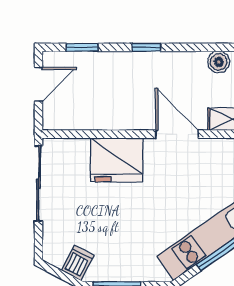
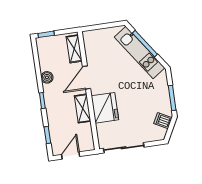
boiler: (219, 62) -> (47, 77), moved
door: (39, 84) -> (71, 155), hinge flipped
shelving: (121, 119) -> (83, 108), added

